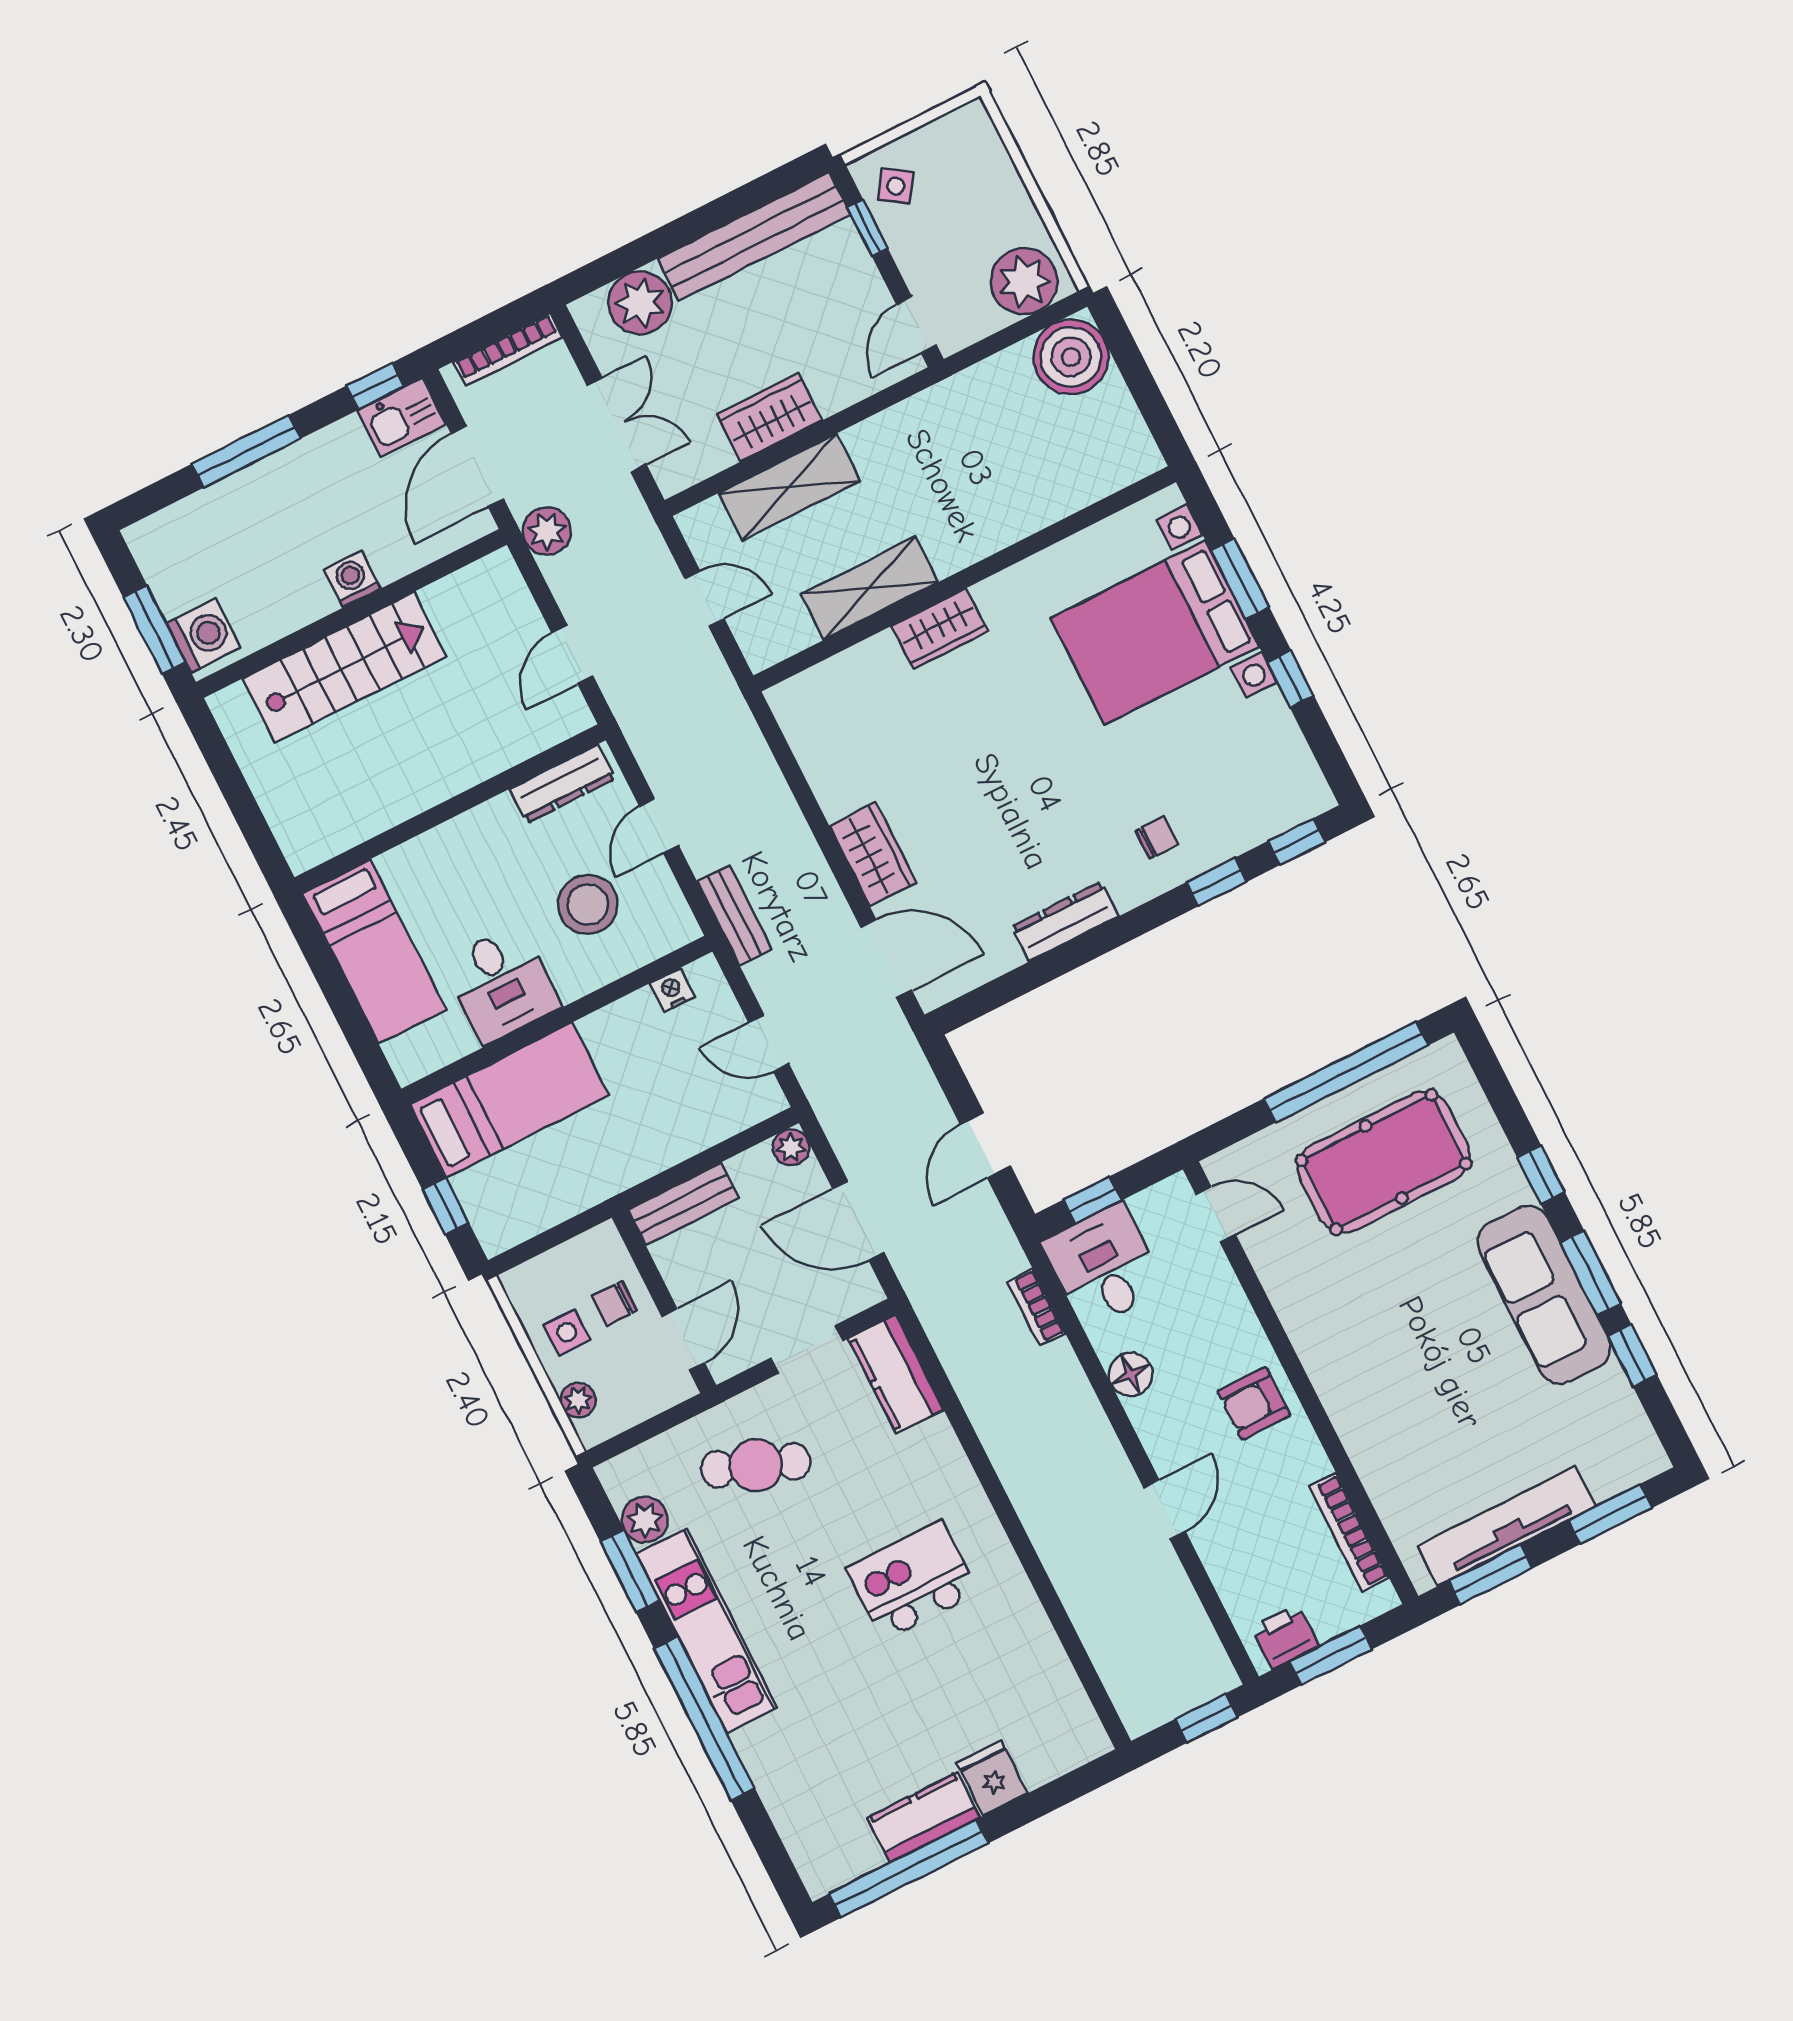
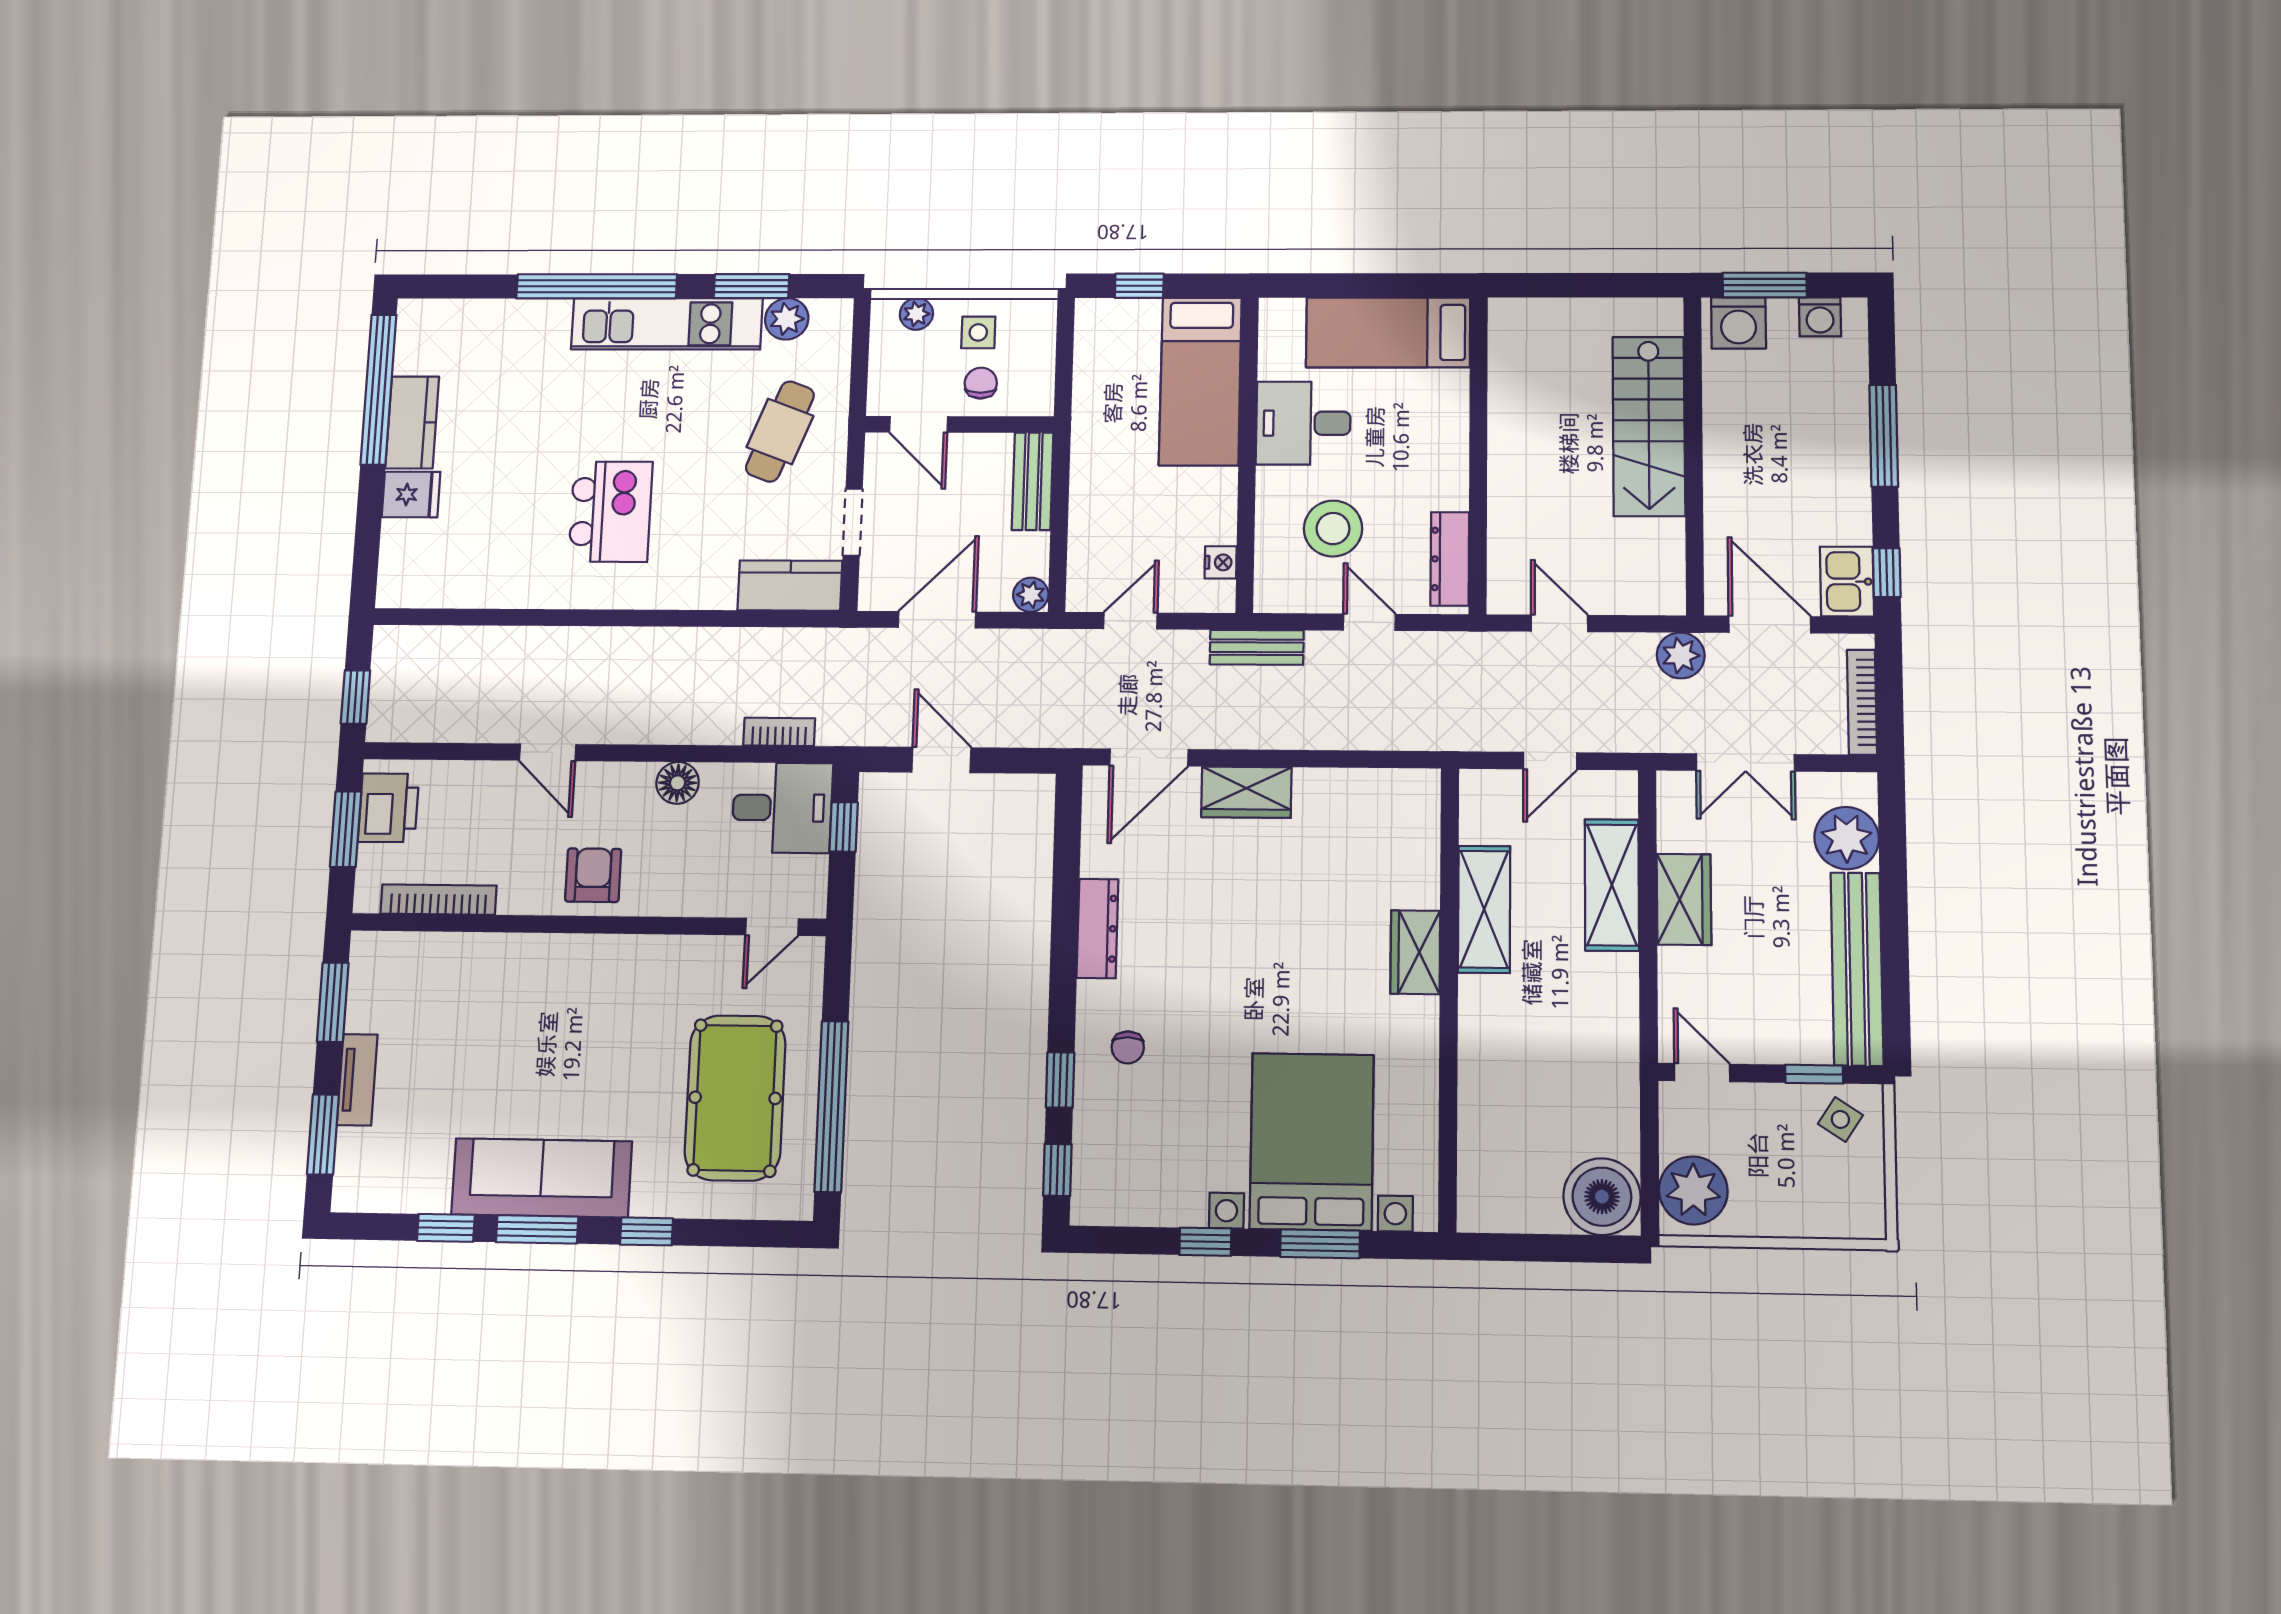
washing machine: (352, 579) -> (1820, 317), moved, turned 90
tv unit: (1506, 1526) -> (357, 1080), width x0.52, depth x0.78
printer: (1285, 1637) -> (388, 808), width x1.36, depth x1.24

